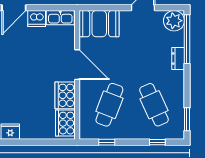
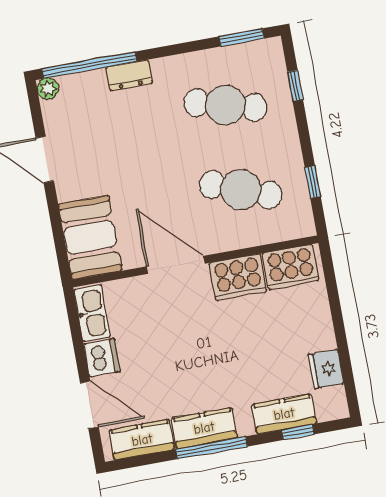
plant: (174, 21) -> (48, 89), width x0.53, depth x0.53
door: (77, 65) -> (176, 265), hinge flipped
cafe table: (154, 105) -> (225, 105), turned 39

